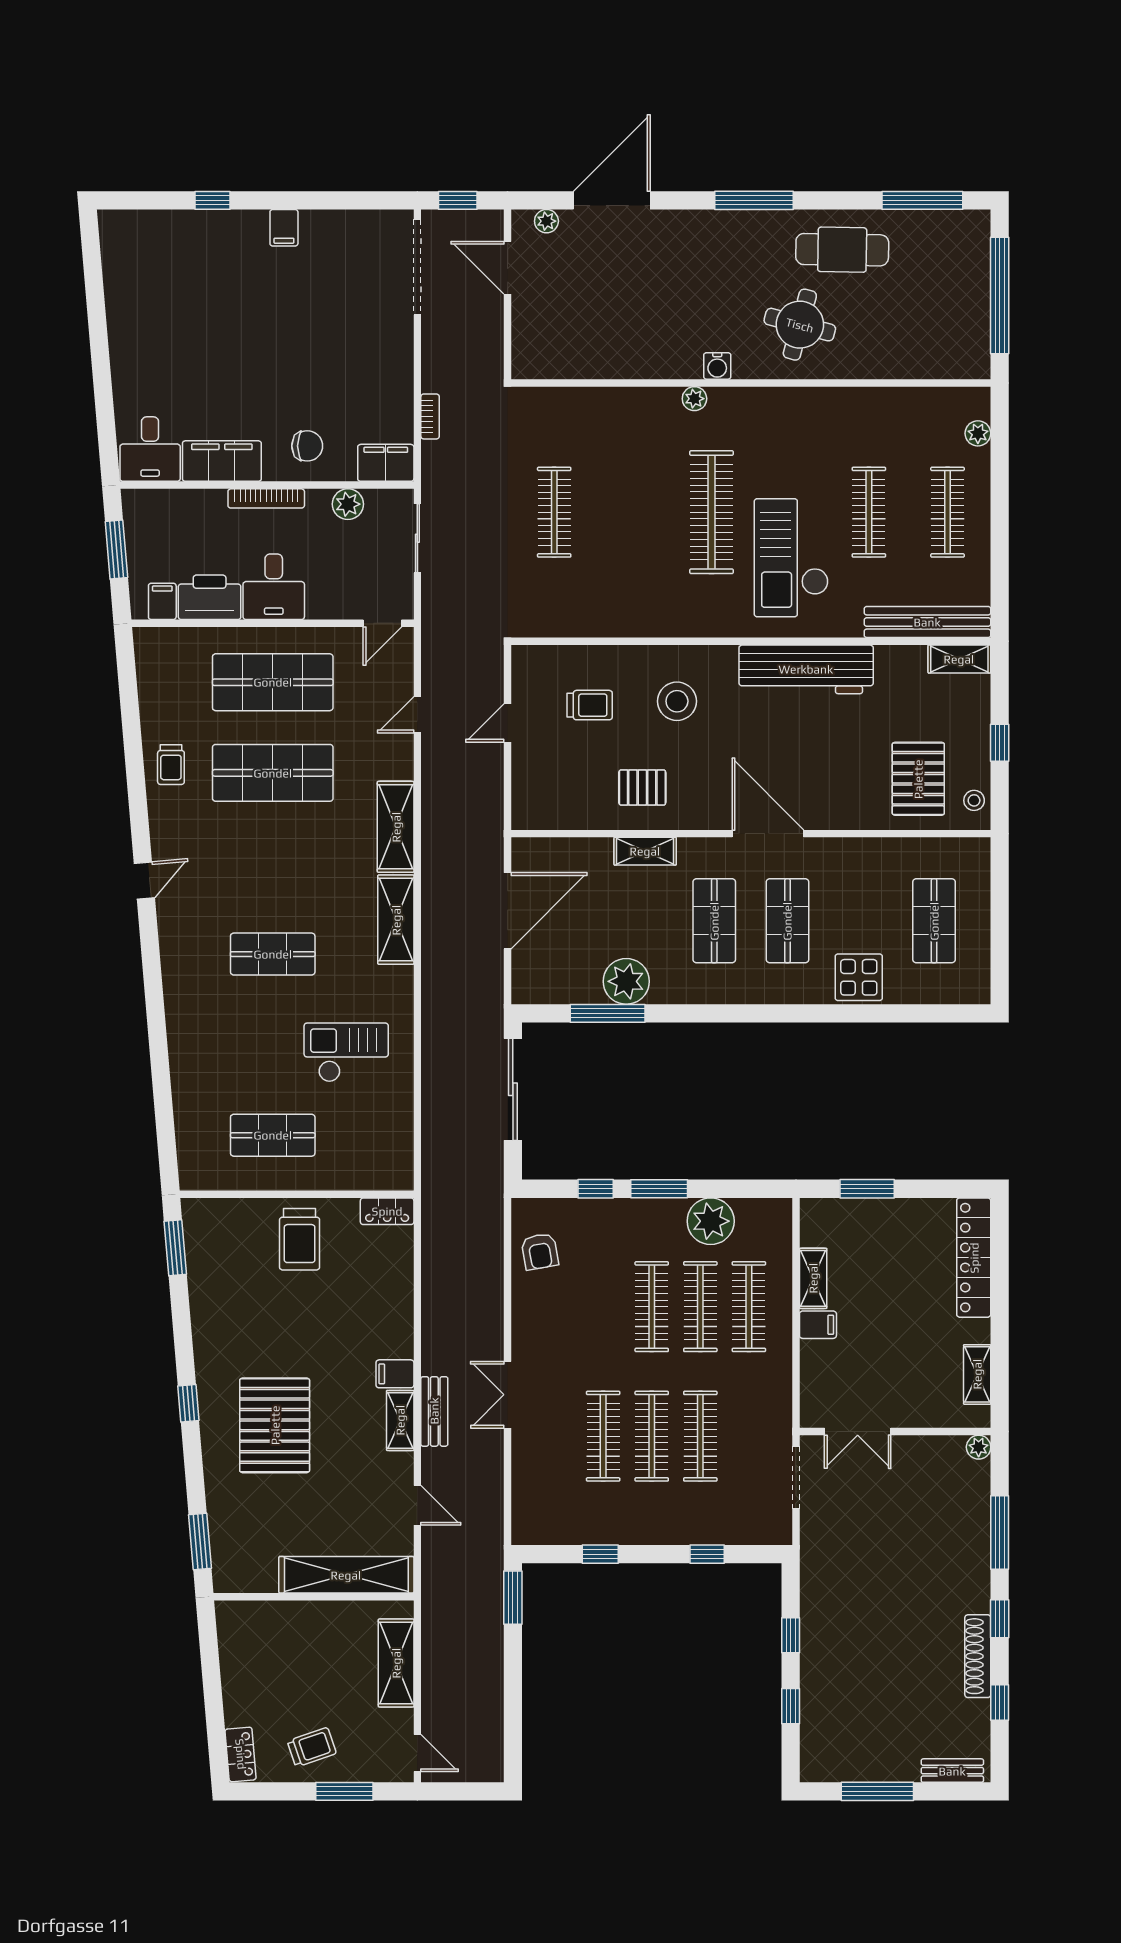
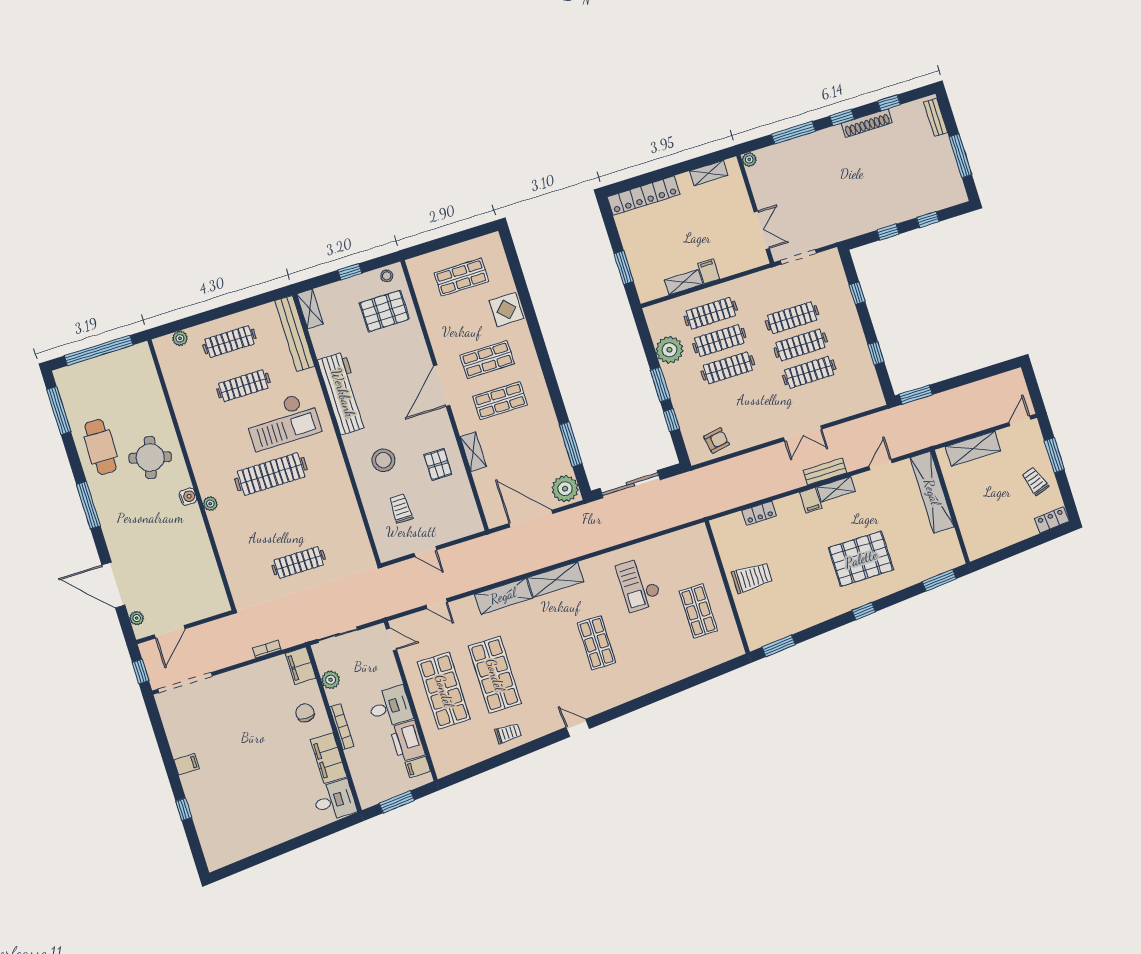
plant: (626, 981) -> (565, 489), moved
locker: (387, 1211) -> (759, 513), moved, turned 90

